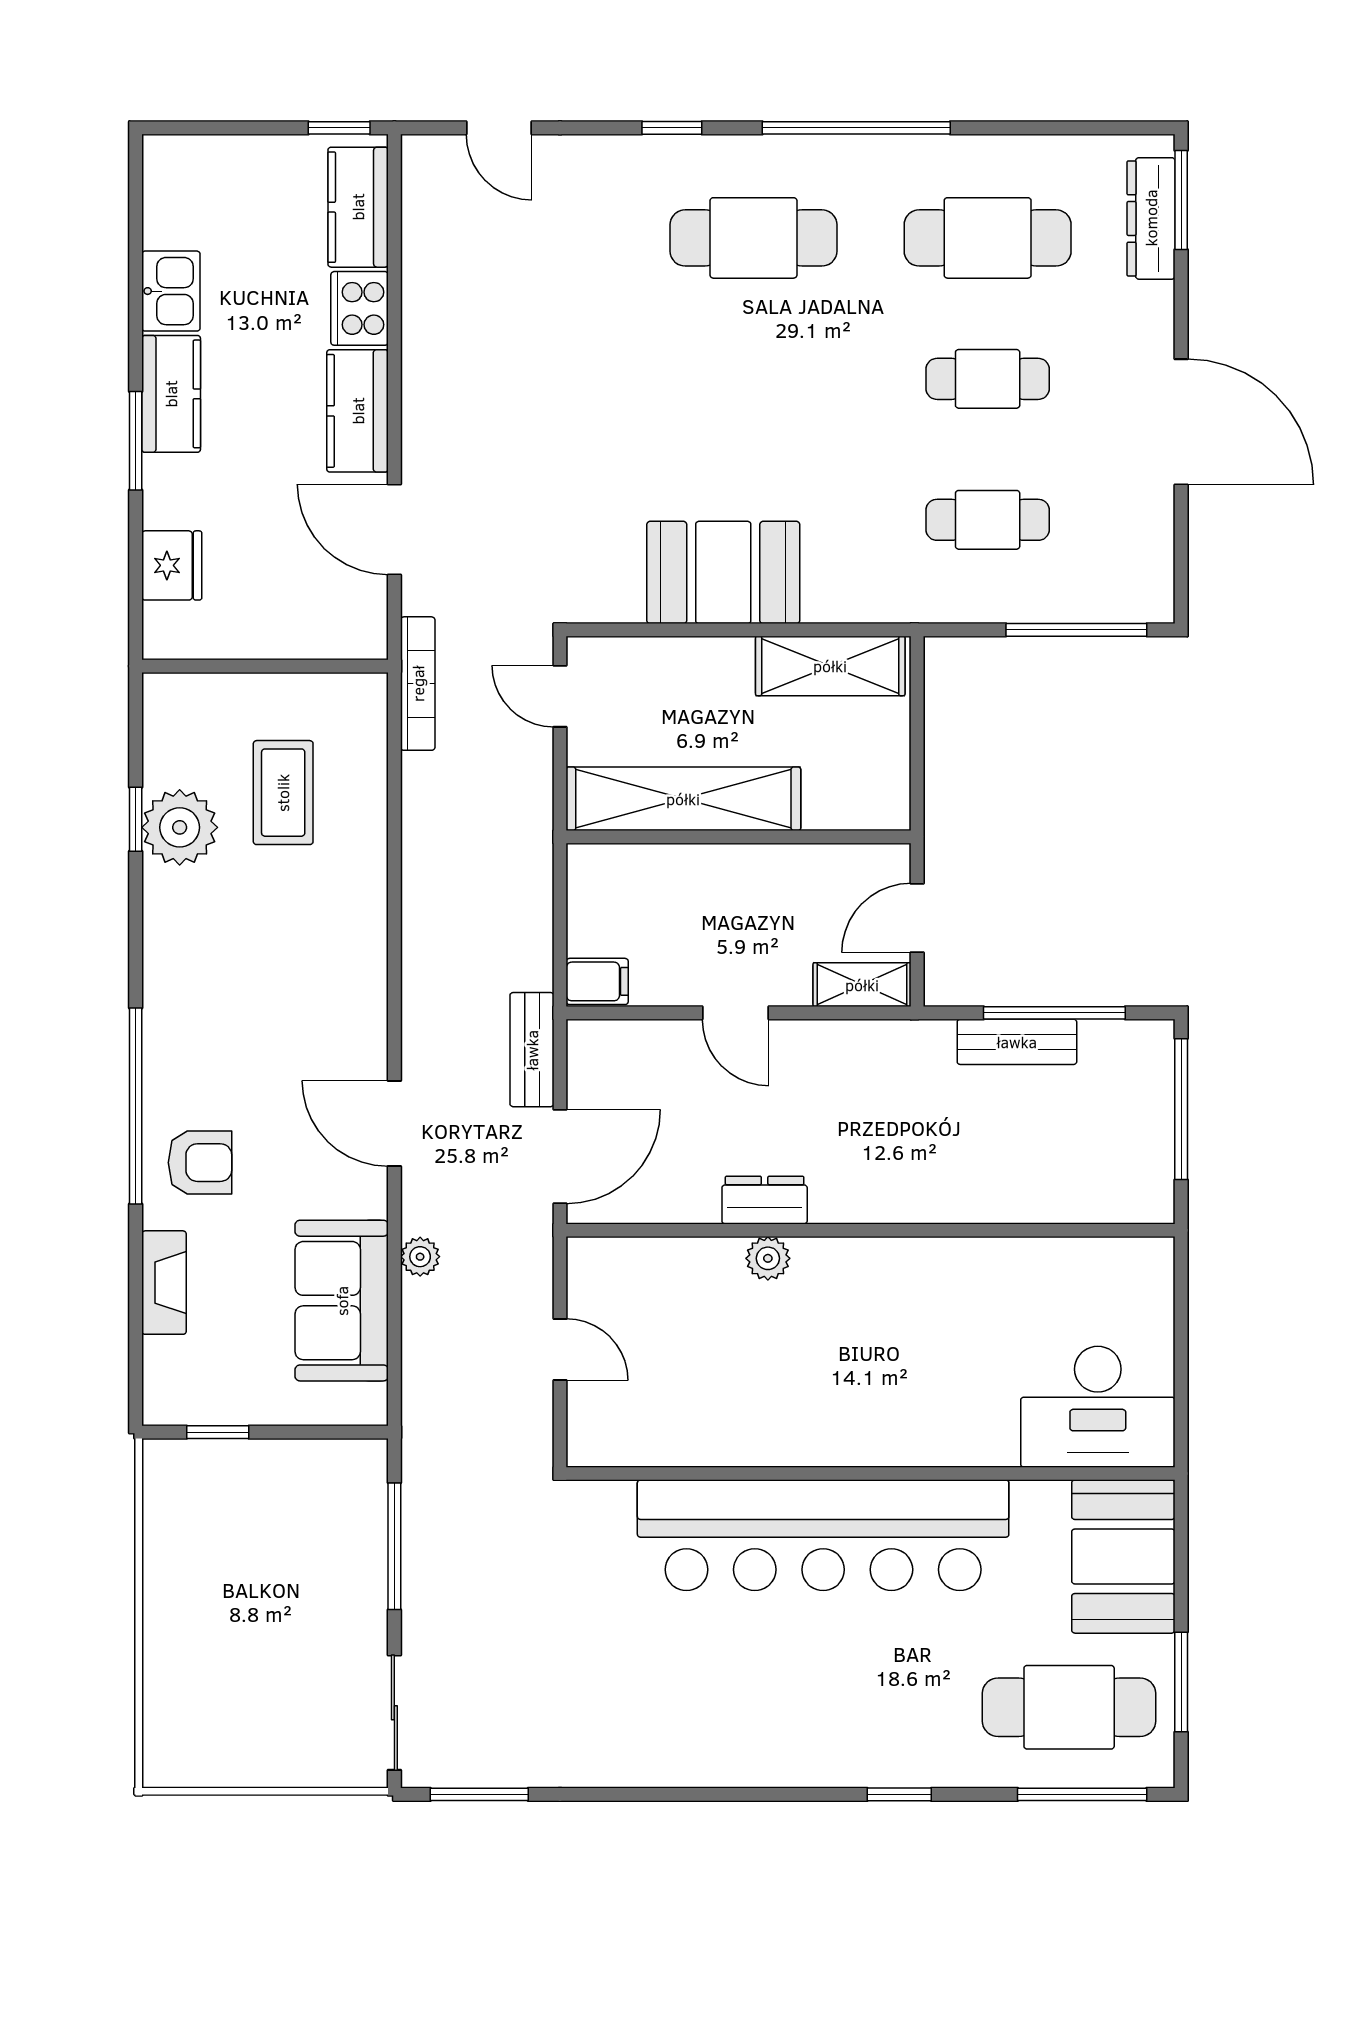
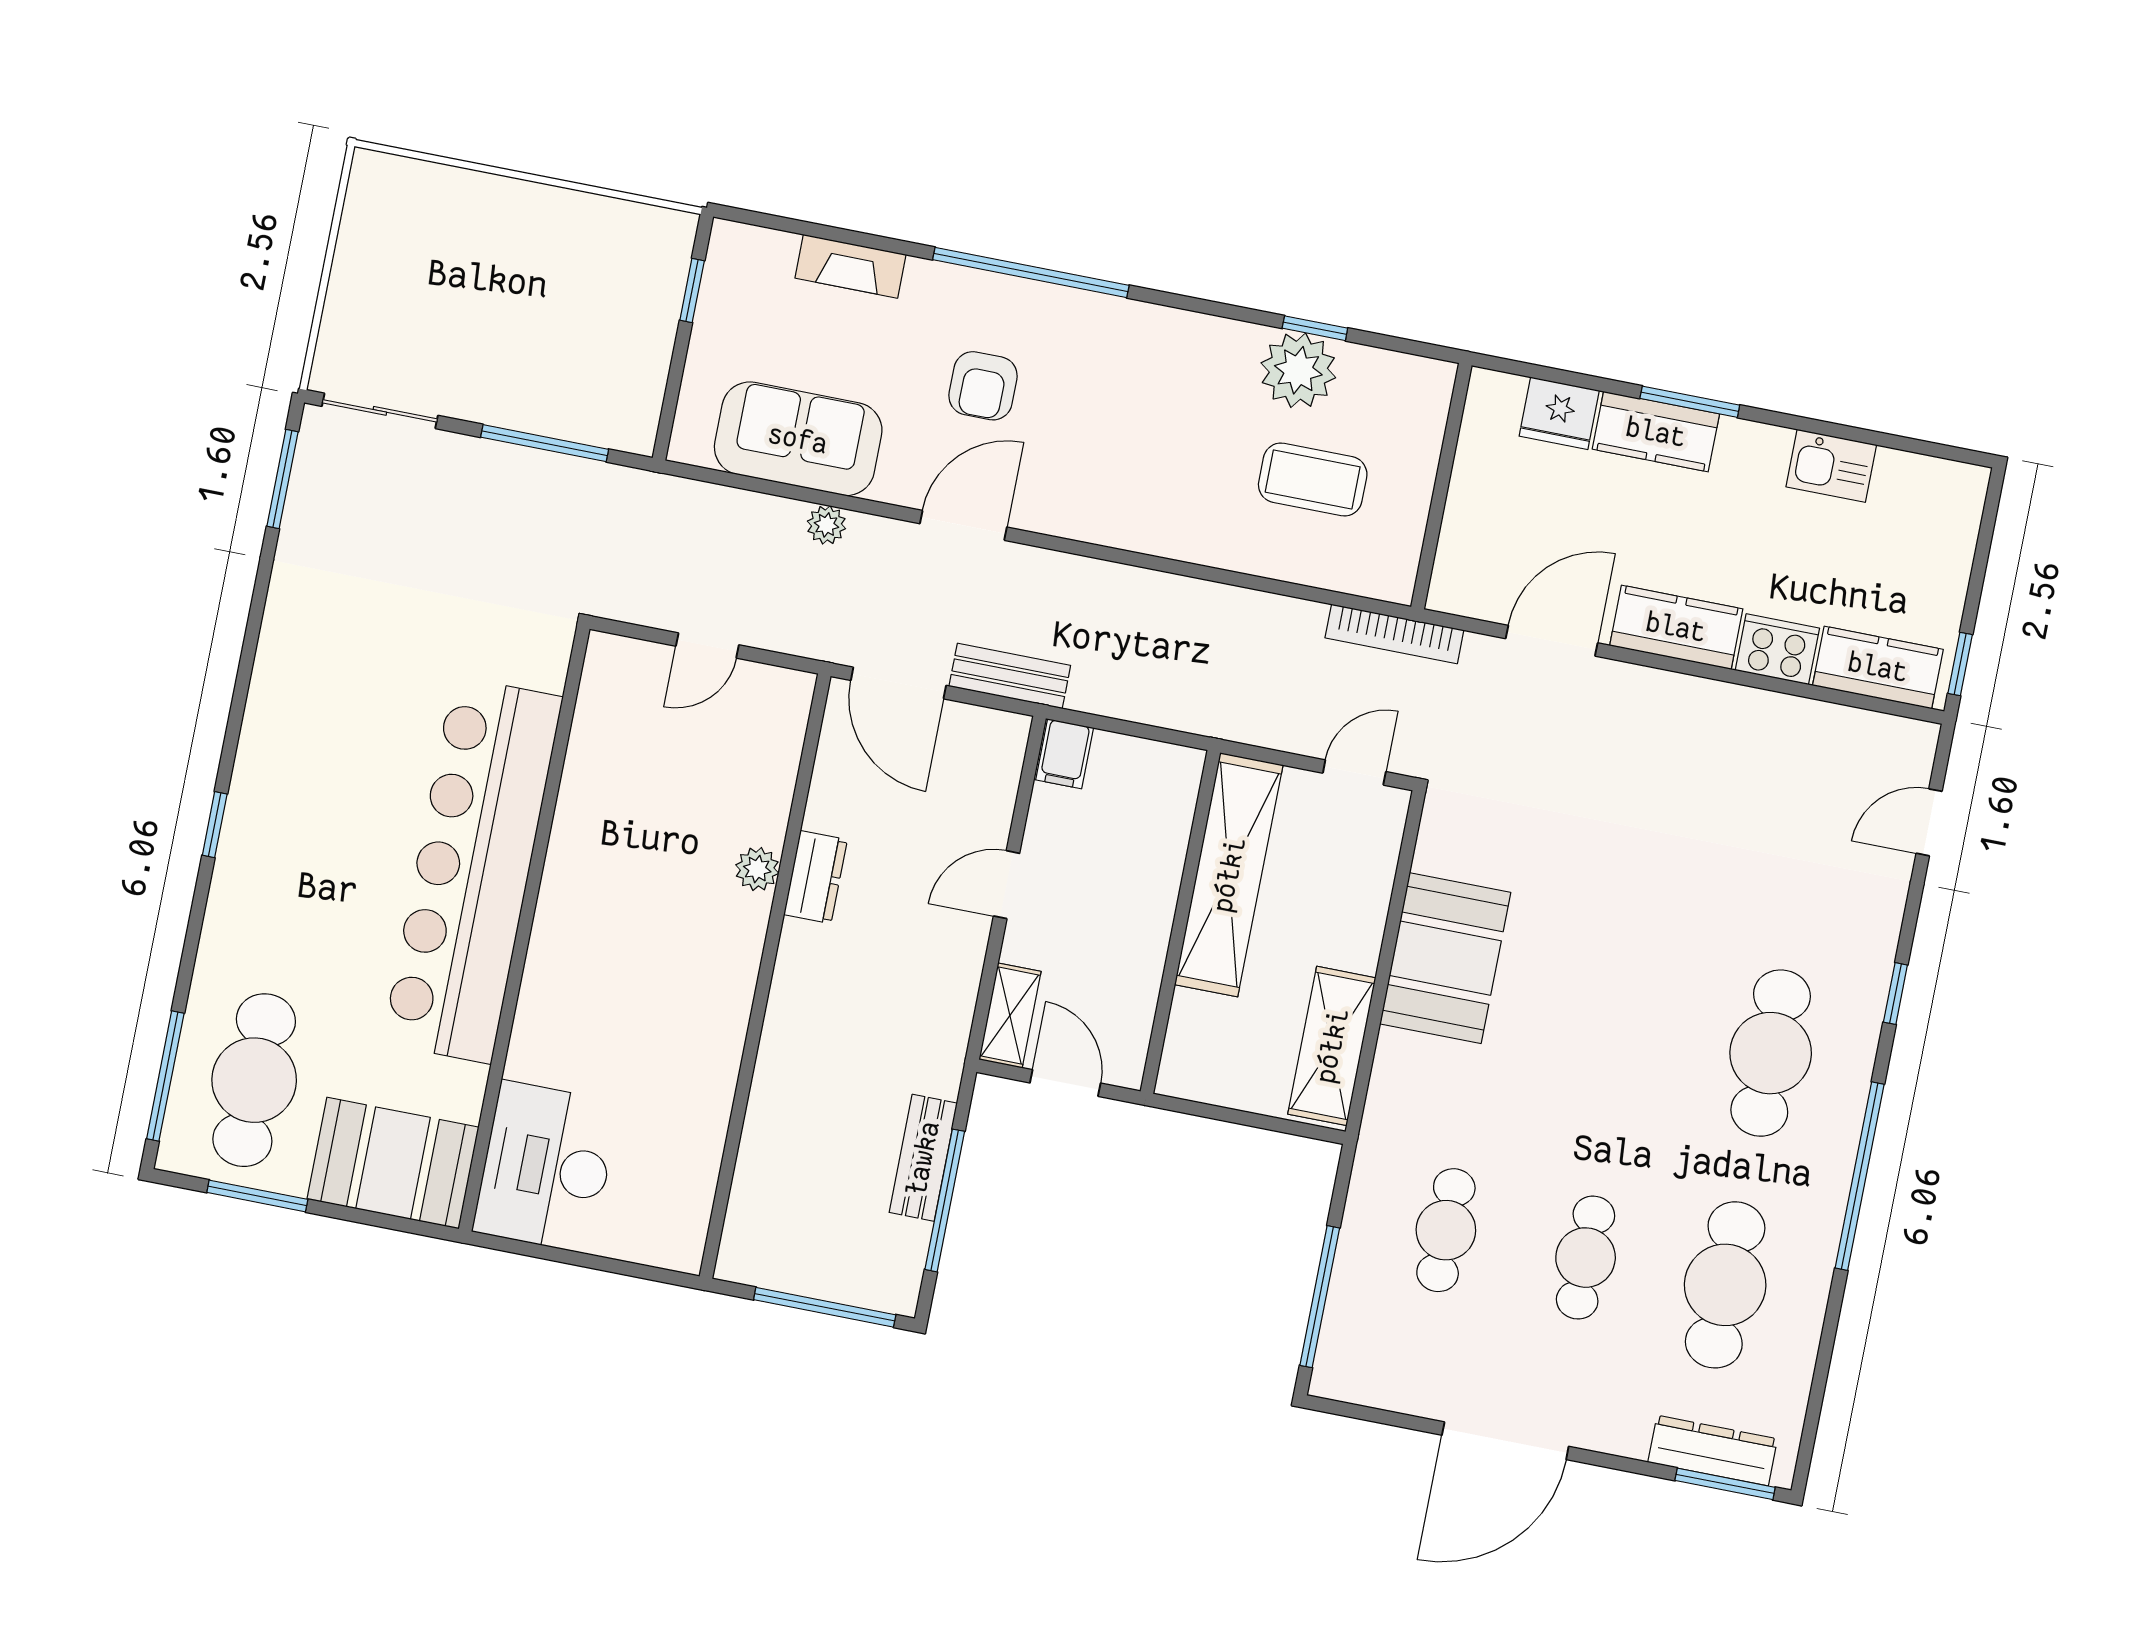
kitchen counter: (171, 394) -> (1656, 432), moved
armchair: (200, 1163) -> (983, 386), moved
window: (899, 1794) -> (215, 825), moved

